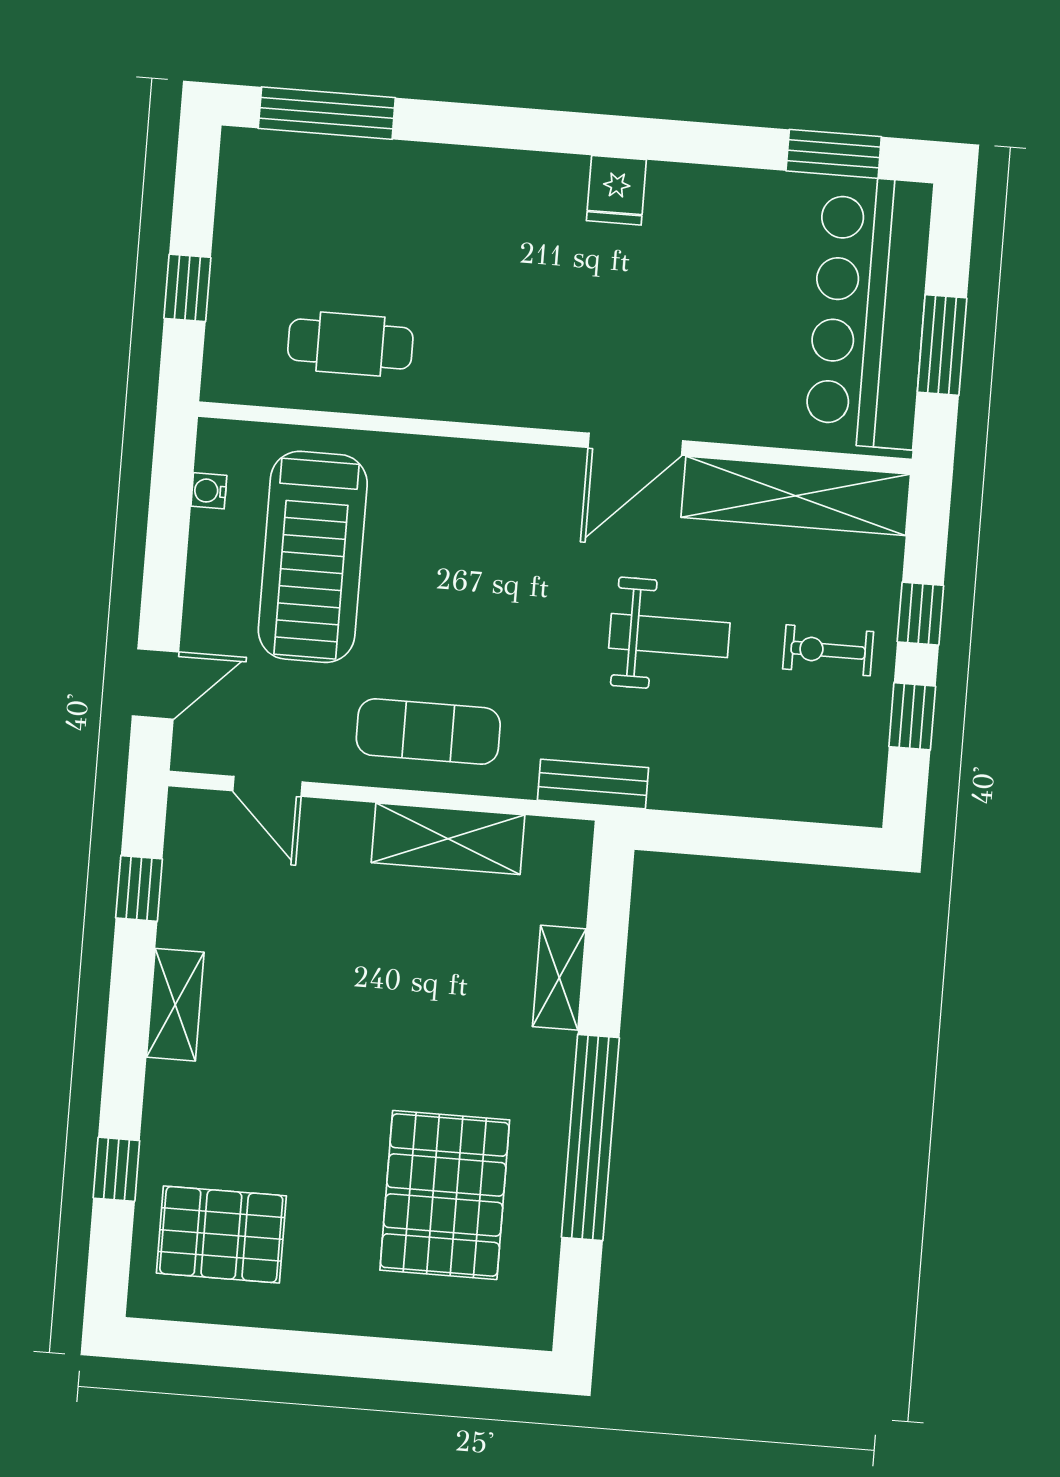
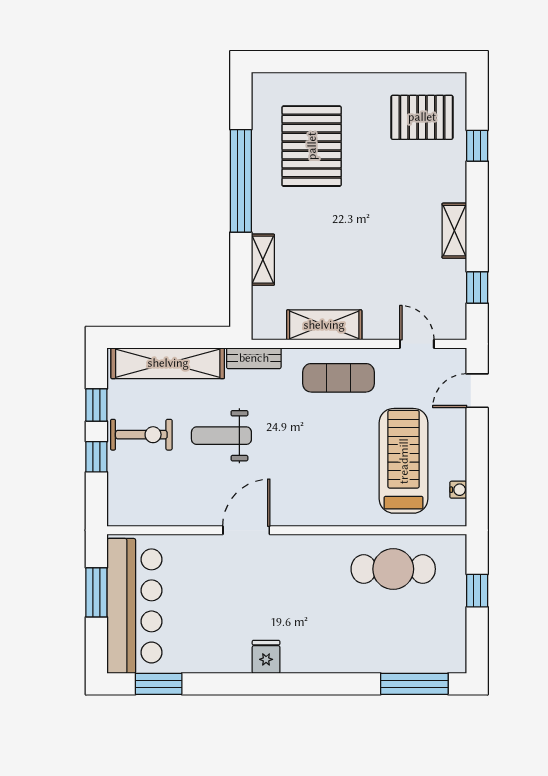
cafe table: (350, 344) -> (393, 569), width x1.37, depth x1.35
shelving: (796, 496) -> (168, 363), moved
exercise bike: (828, 650) -> (141, 435), width x1.38, depth x1.39

